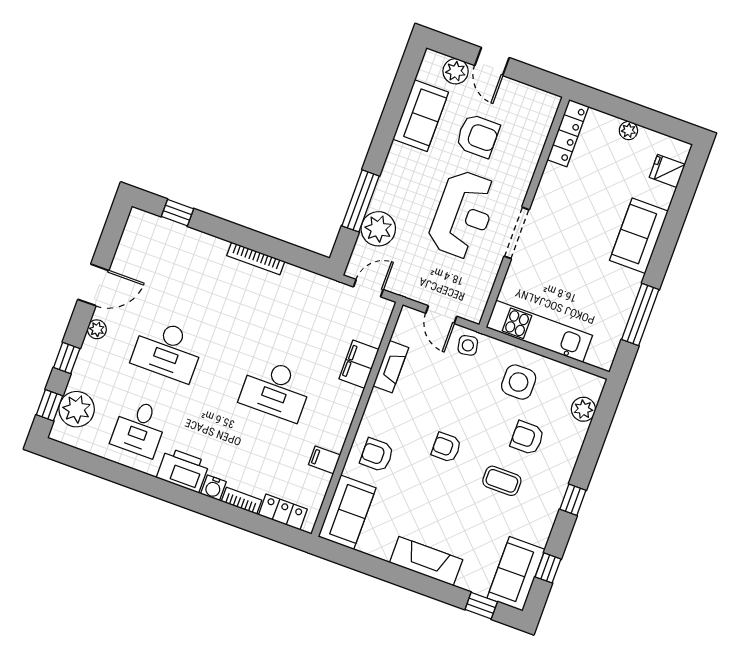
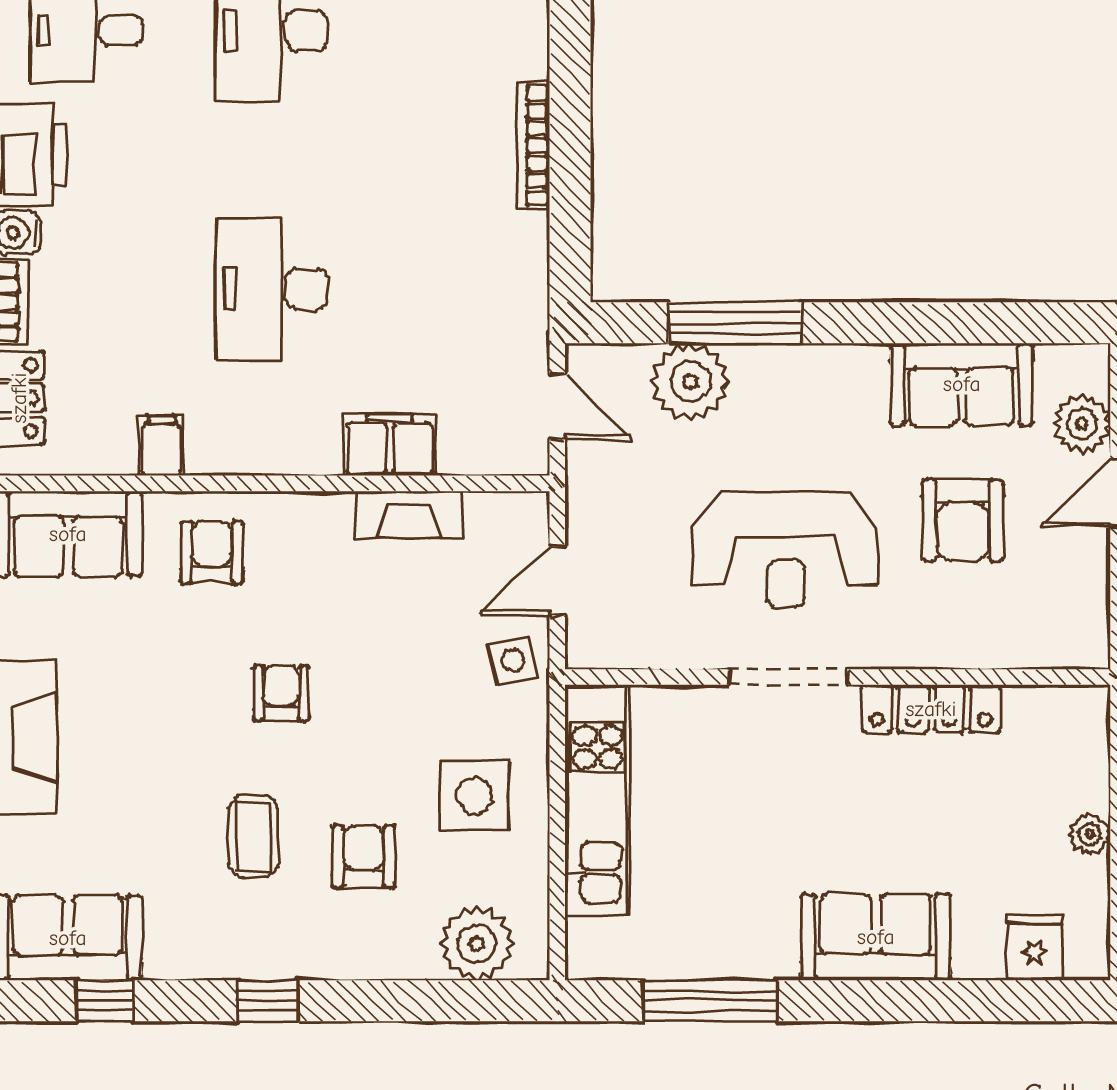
locker: (568, 133) -> (931, 709), moved
plant: (583, 409) -> (477, 944), width x1.36, depth x1.36

